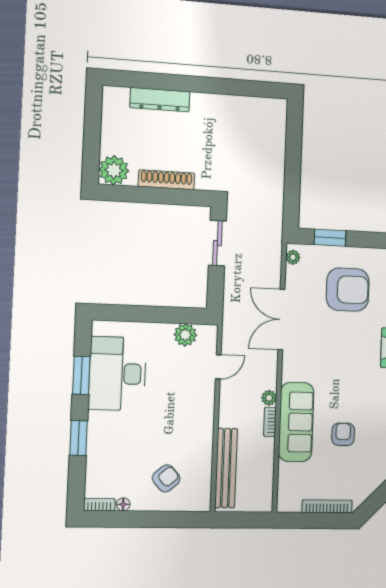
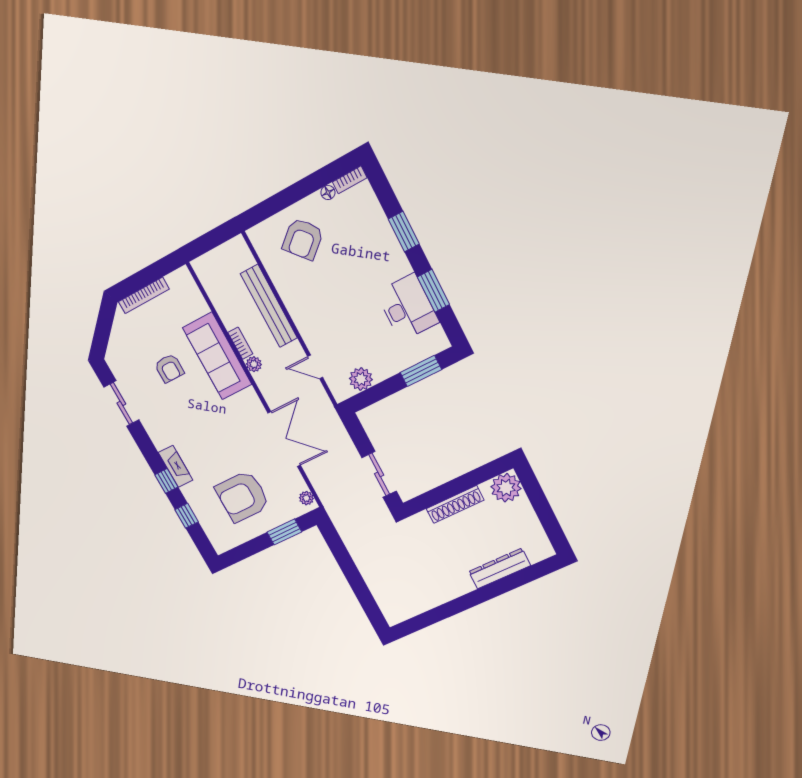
window: (130, 313) -> (421, 371), added
door: (218, 367) -> (315, 367), hinge flipped
desk: (117, 374) -> (408, 307), width x0.73, depth x0.77
bench: (226, 468) -> (269, 306), moved
armchair: (166, 478) -> (303, 239), width x1.38, depth x1.38

